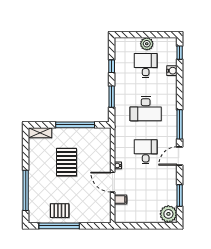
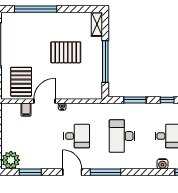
pallet: (60, 211) -> (21, 82), moved, width x1.50, depth x1.42

